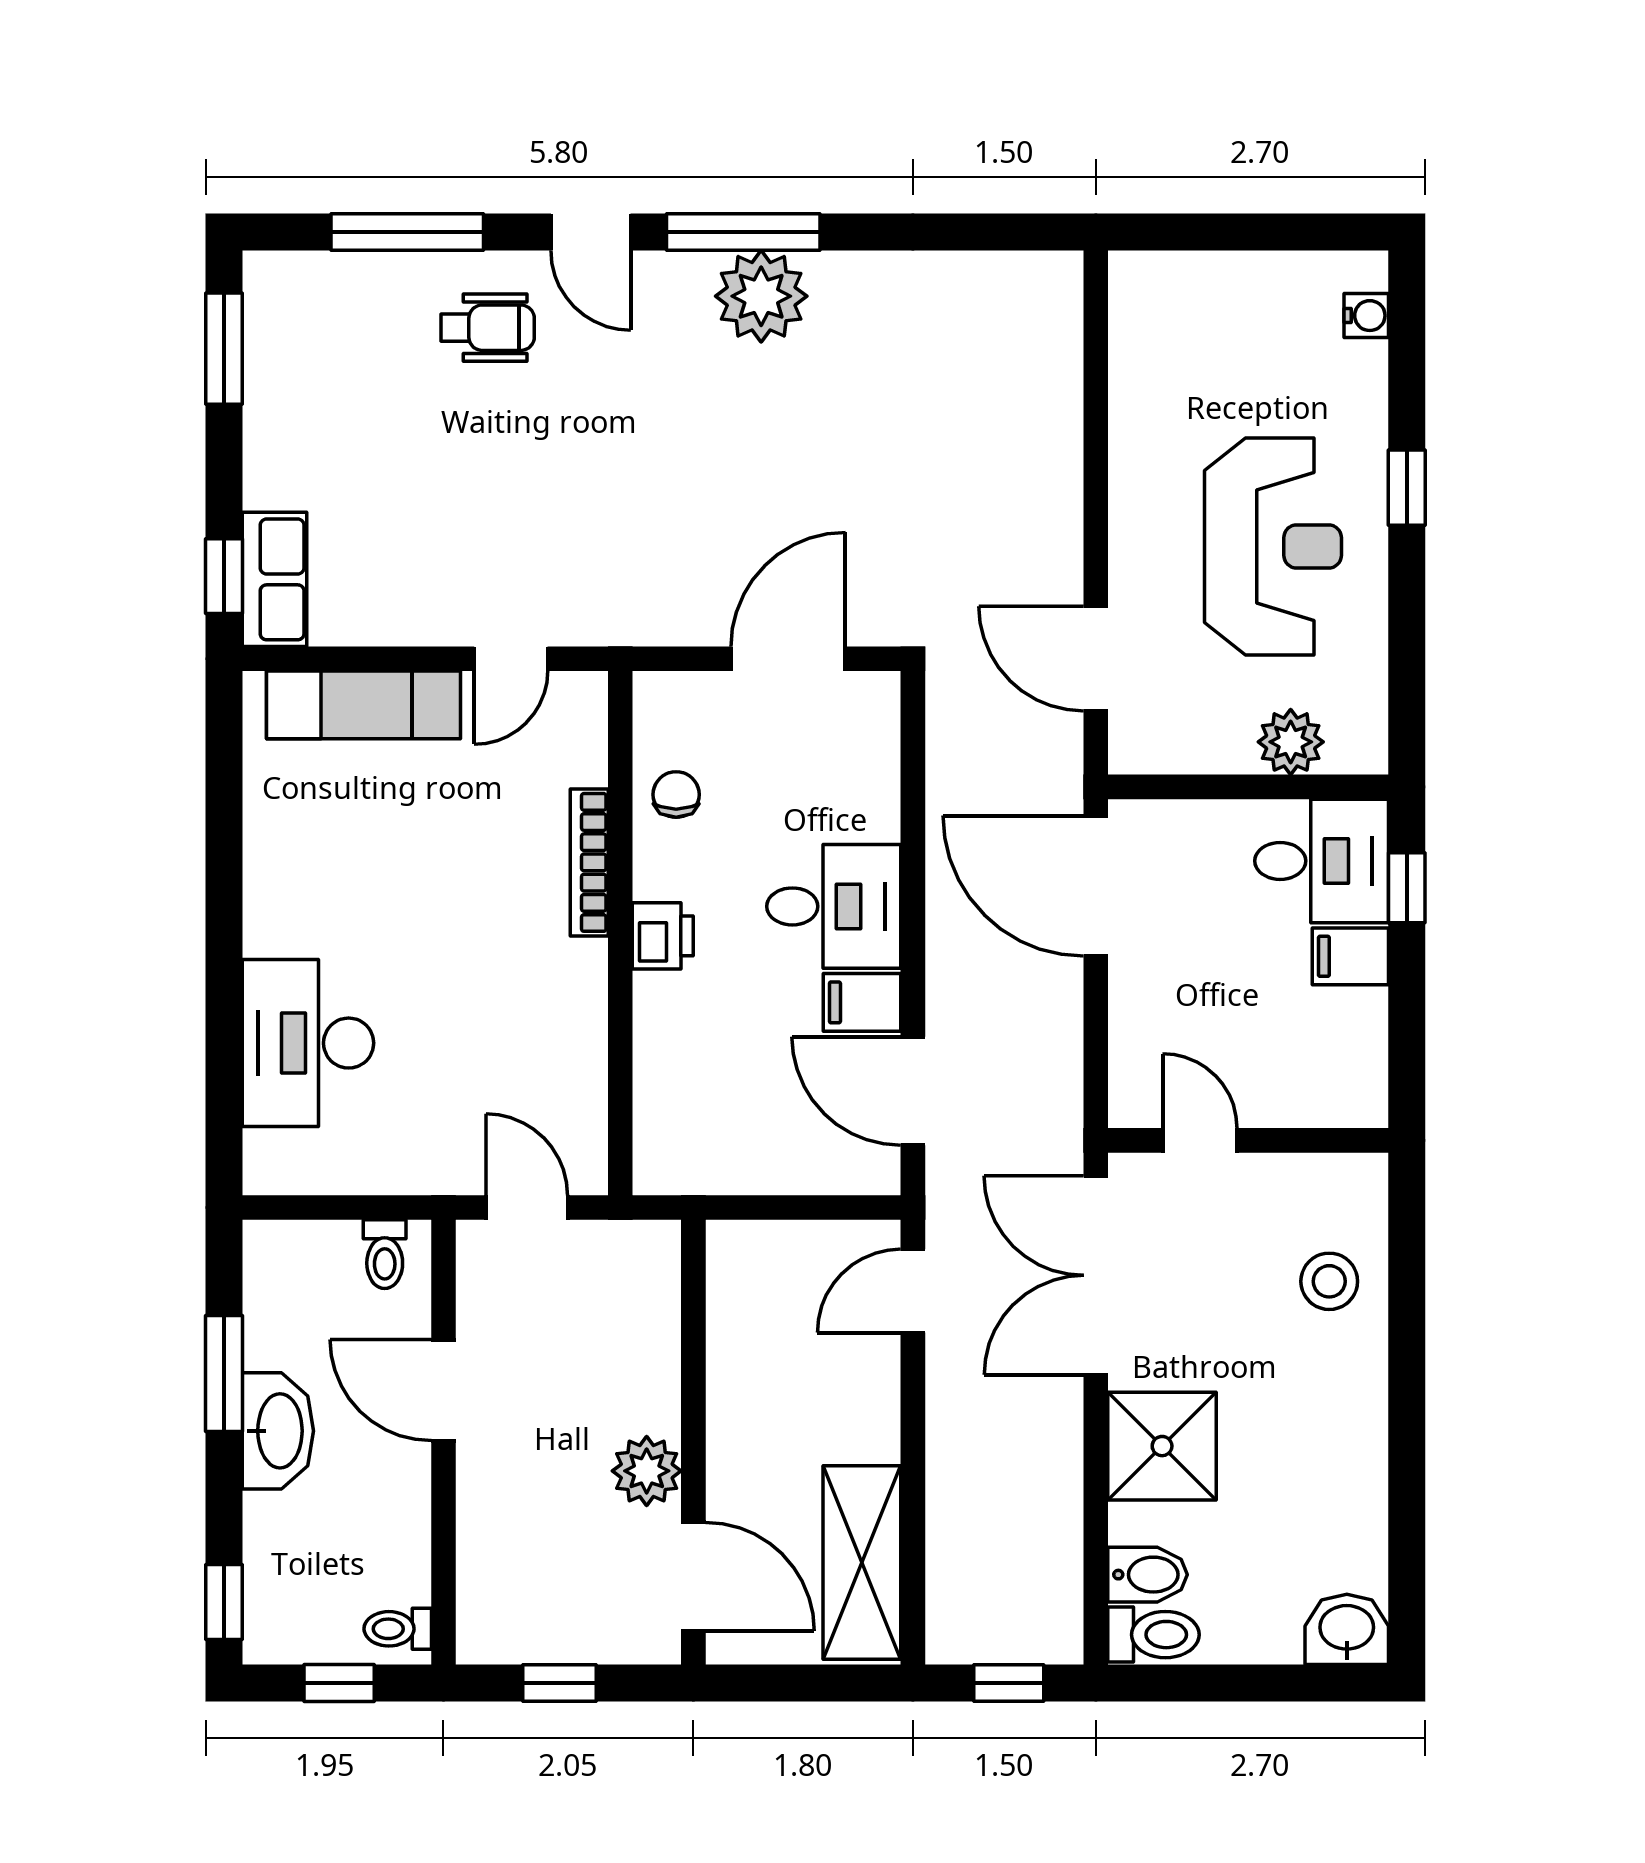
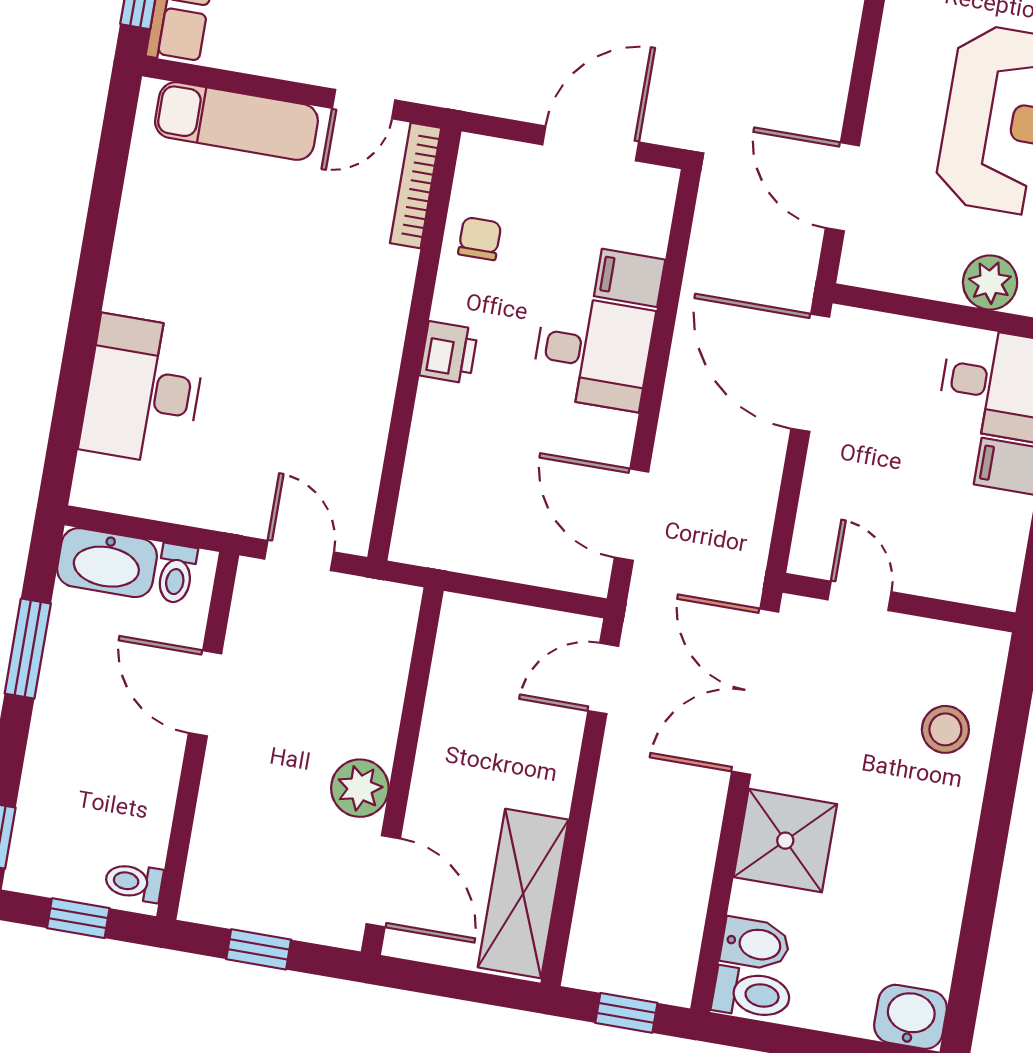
bookcase: (589, 862) -> (416, 185), moved
filing cabinet: (862, 1002) -> (630, 278), moved
washbasin: (278, 1431) -> (107, 563), moved, turned 90

